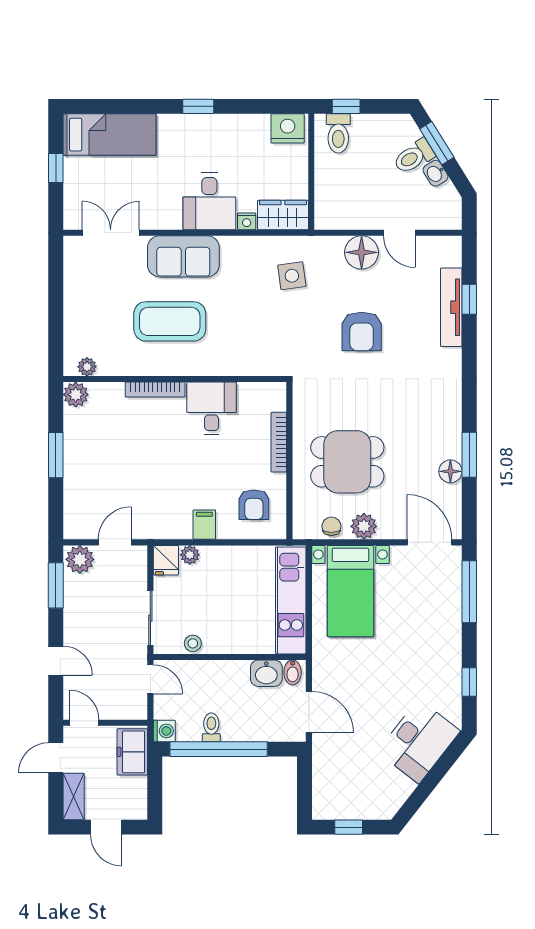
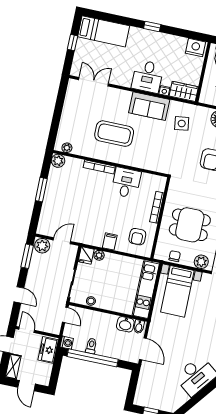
sofa: (183, 256) -> (149, 106), moved
plant: (364, 526) -> (201, 262), moved

